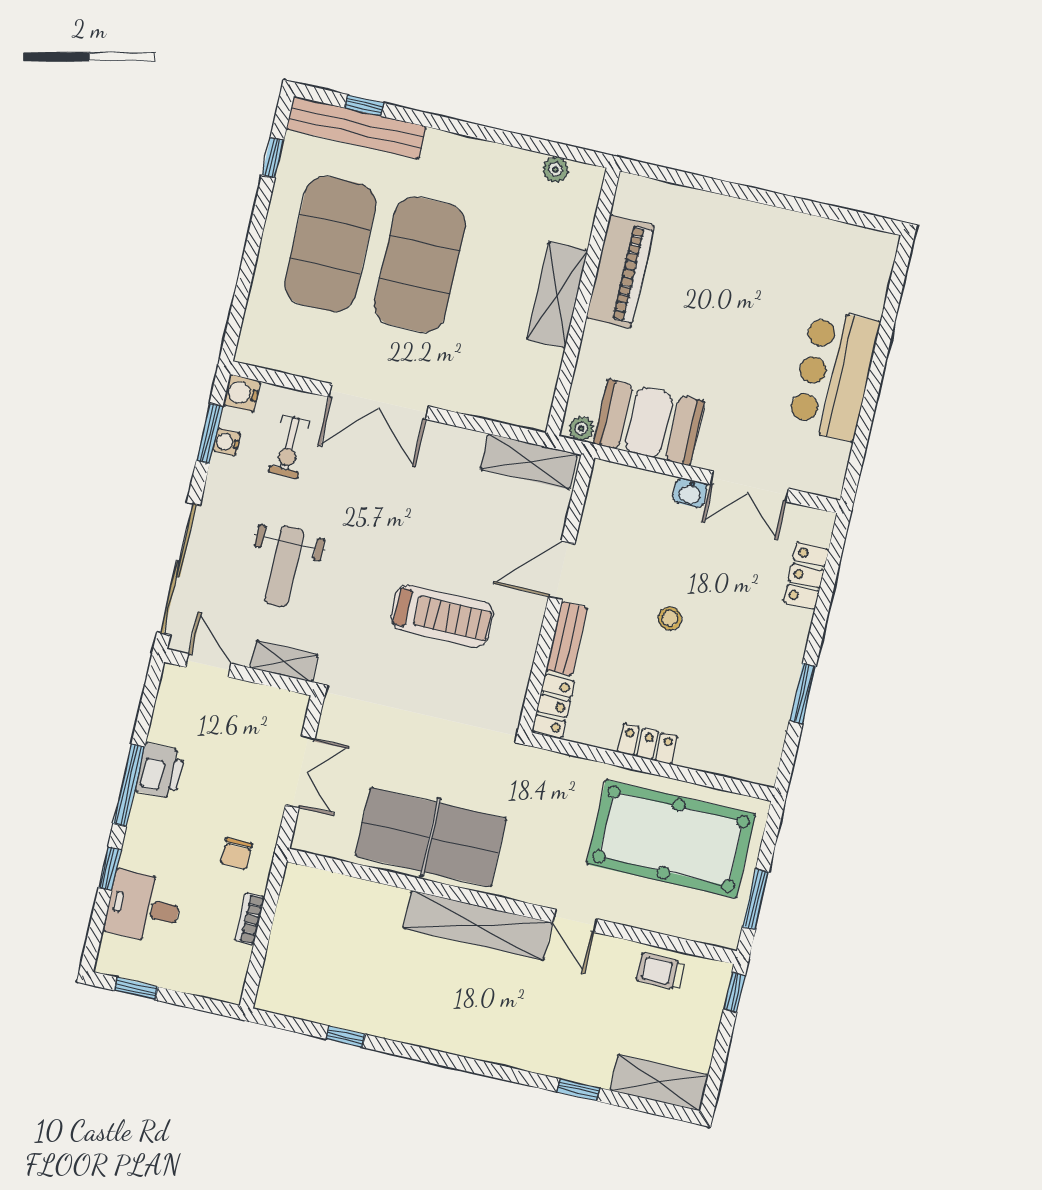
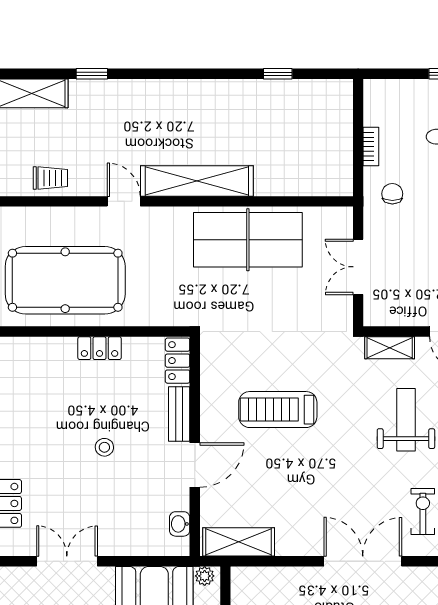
washbasin: (690, 493) -> (180, 524), moved, turned -90

